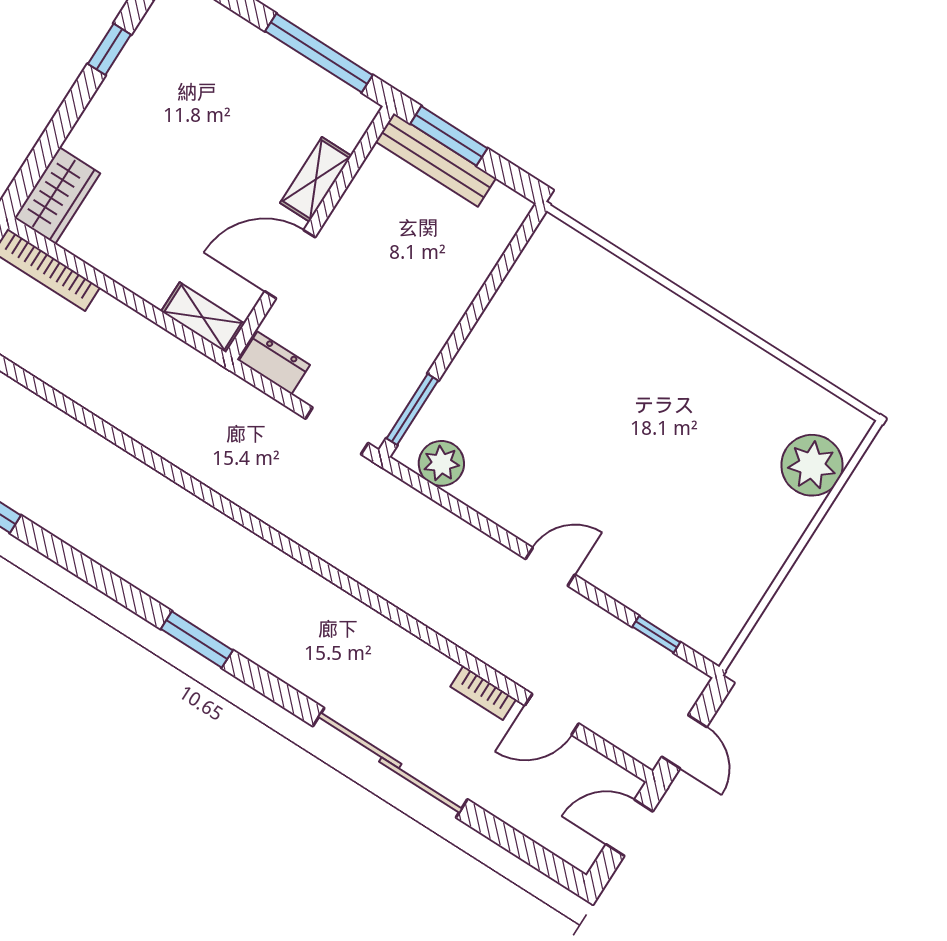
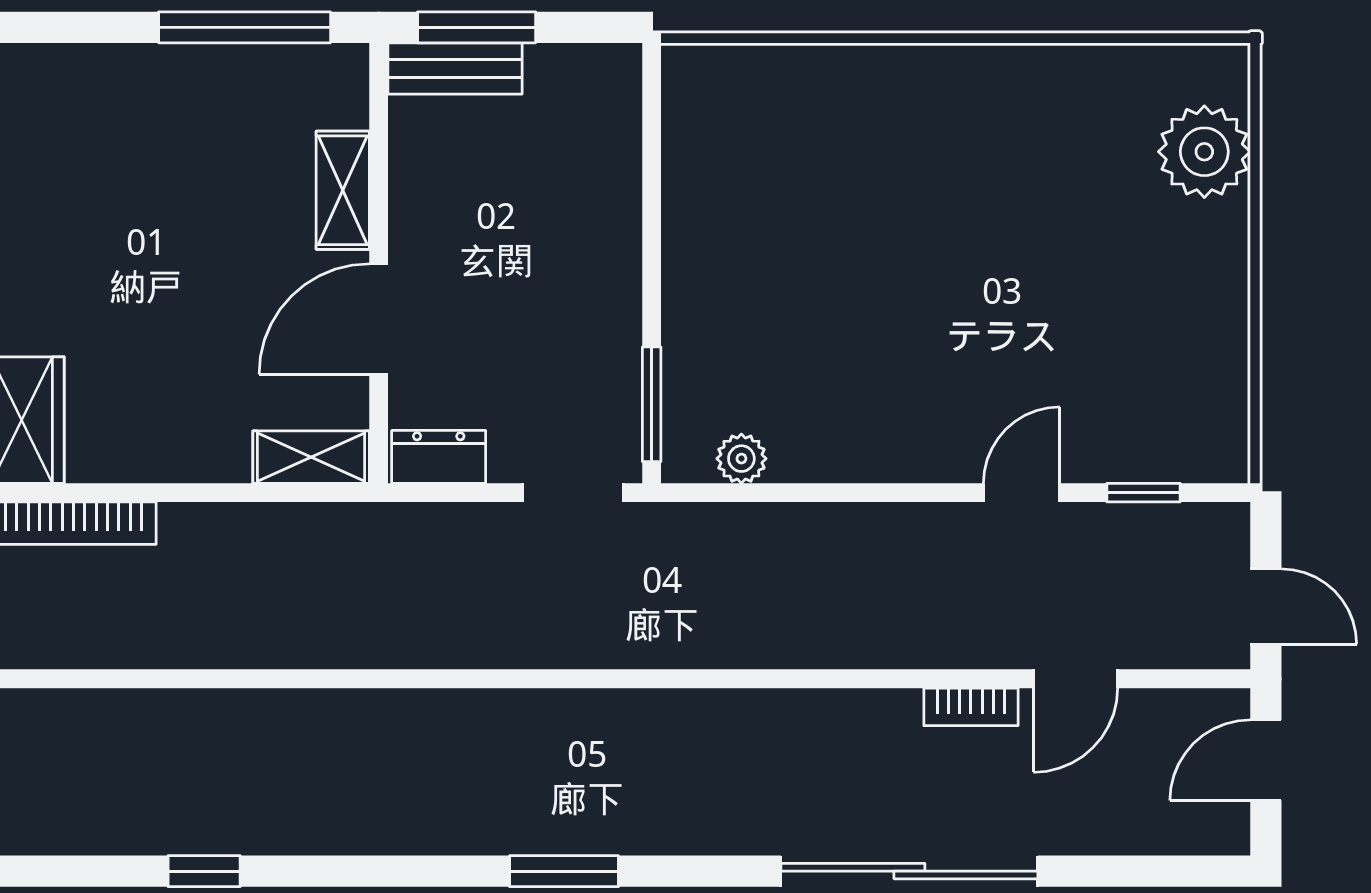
bench: (436, 160) -> (455, 68), width x0.73
plant: (441, 463) -> (741, 459), width x0.73, depth x0.73
door: (550, 567) -> (1022, 493), moved

